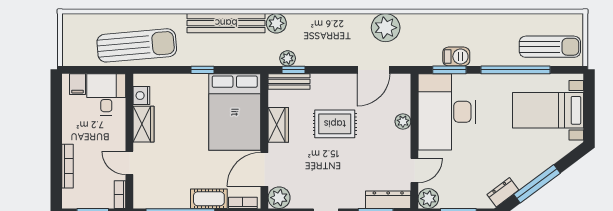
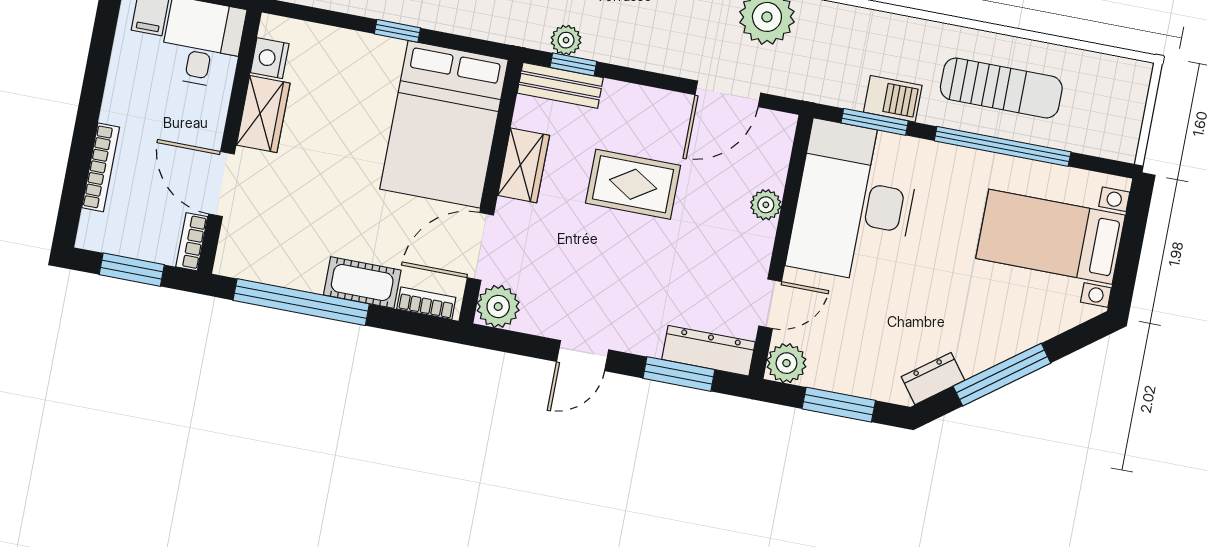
sun lounger: (550, 47) -> (1001, 88), moved
door: (129, 163) -> (221, 184), width x1.38

